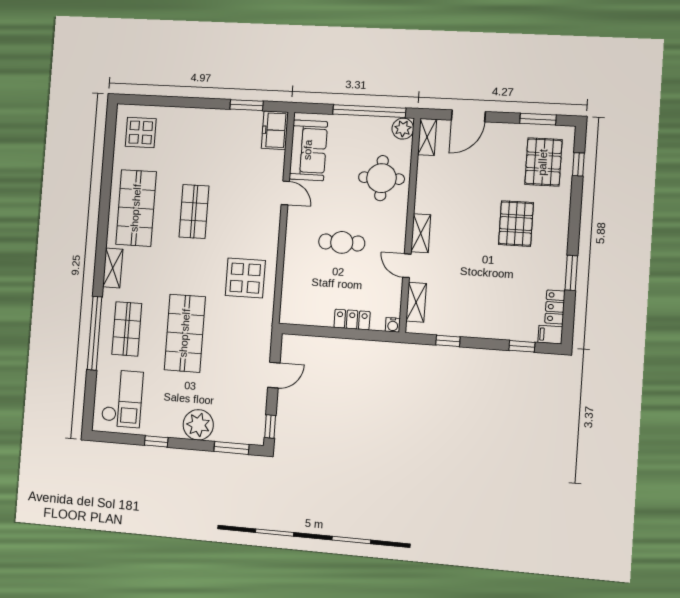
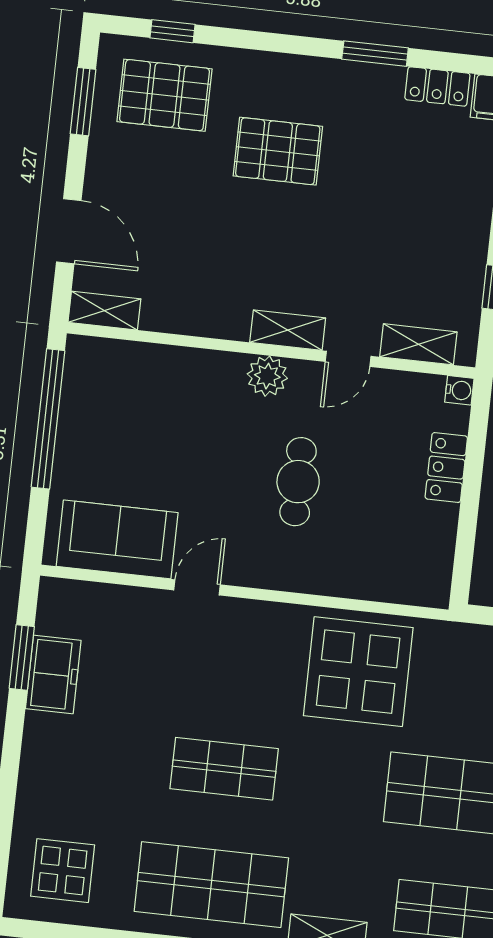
plant: (403, 129) -> (267, 376), moved
freezer: (275, 130) -> (53, 675), moved, turned -90
round table: (381, 178) -> (178, 401), removed
display table: (245, 278) -> (358, 672), width x1.36, depth x1.36

